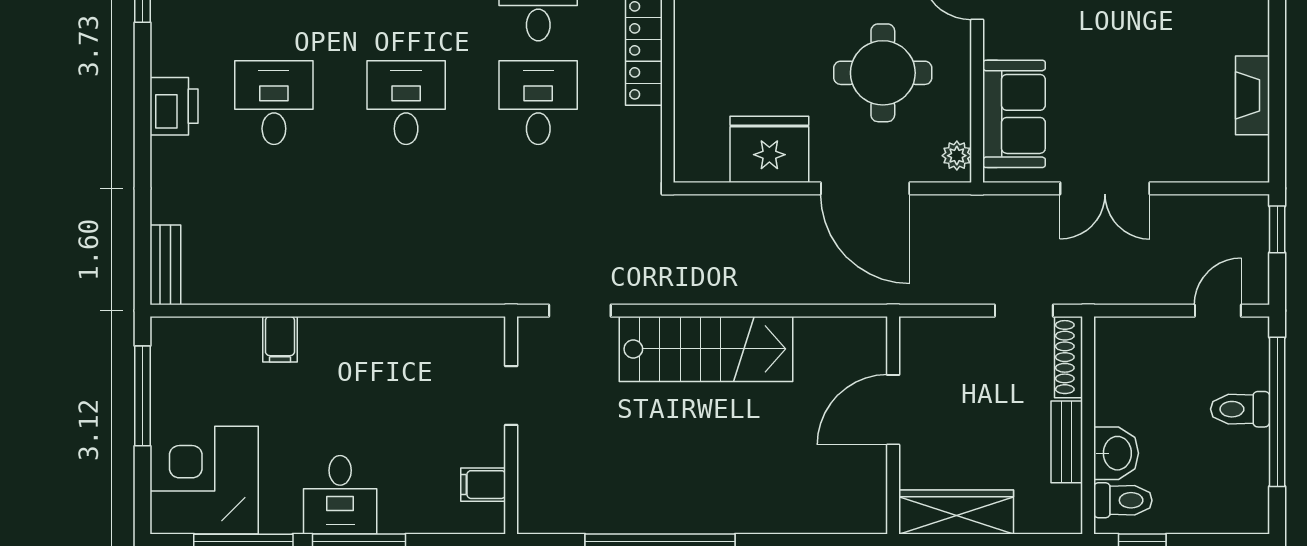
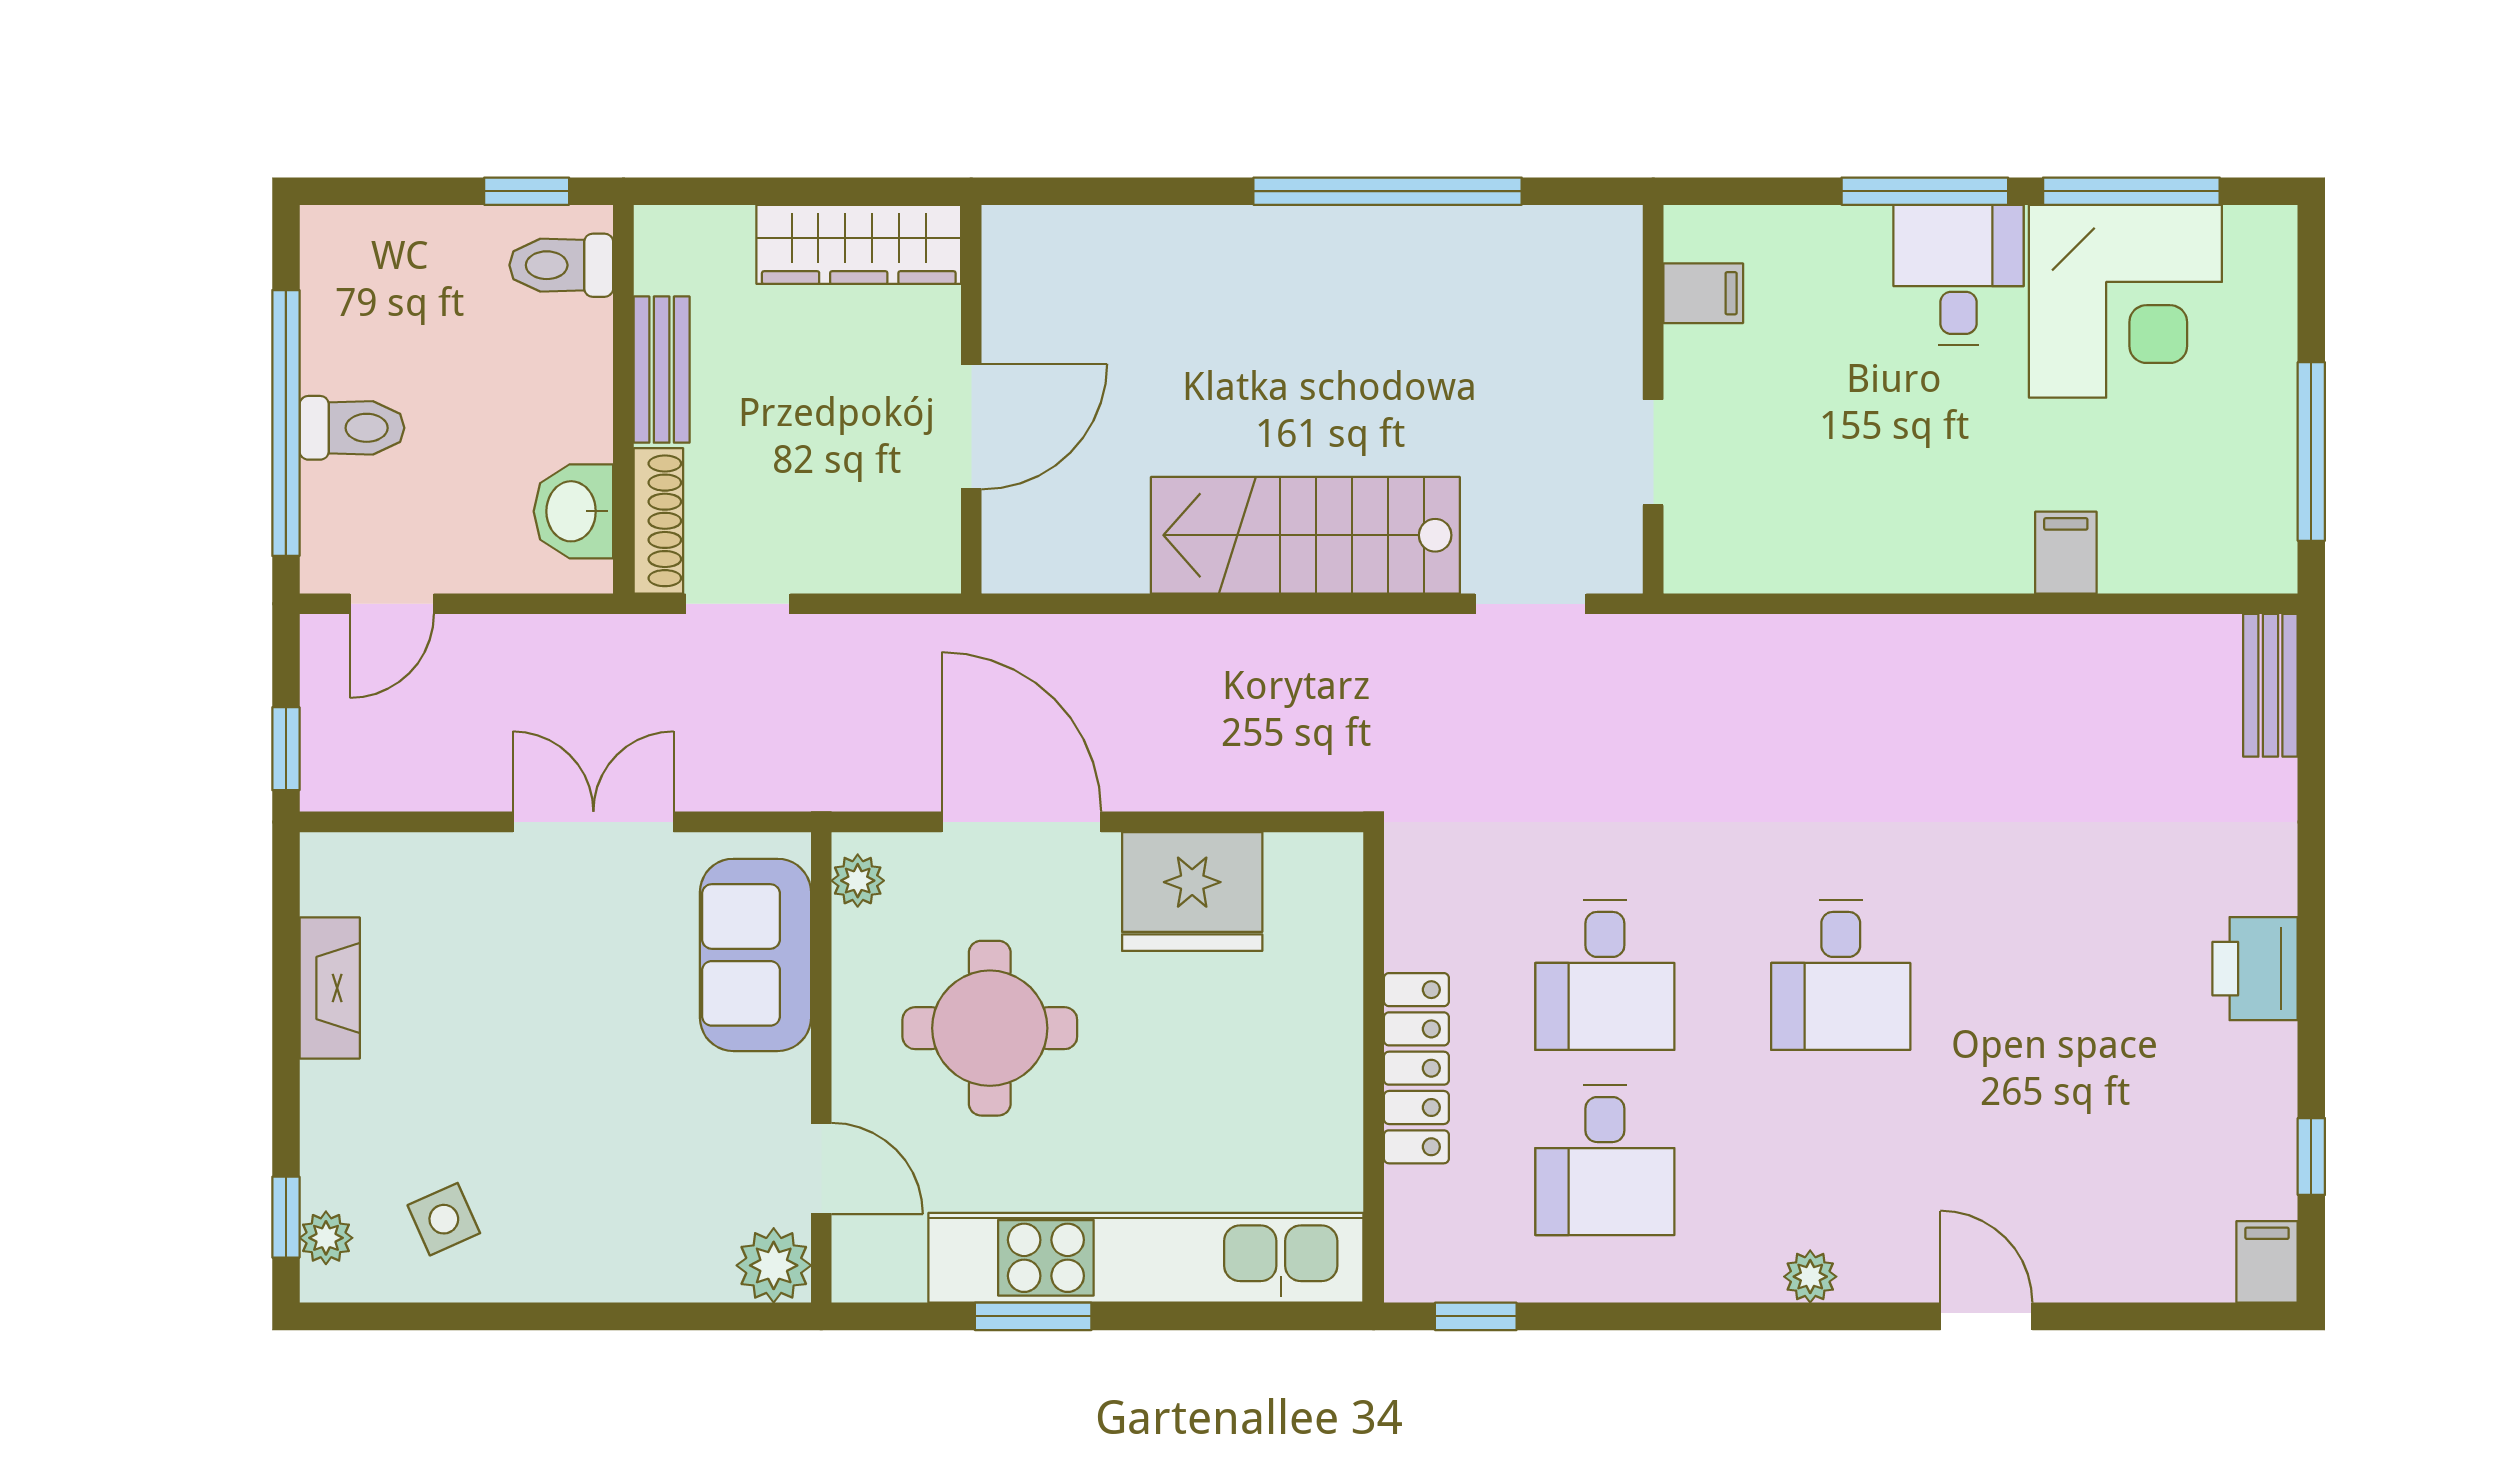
desk: (274, 103) -> (2077, 975), removed
washbasin: (1116, 453) -> (573, 511), moved
corner desk: (204, 480) -> (2125, 301), moved

